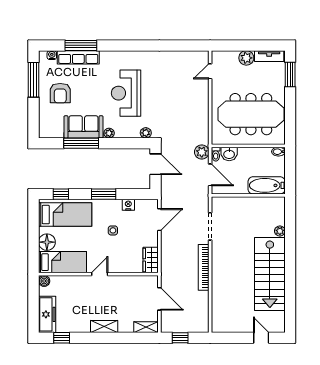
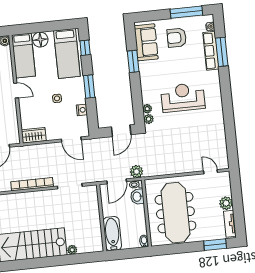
sofa: (83, 127) -> (146, 42), moved
plant: (109, 133) -> (147, 109), moved
window: (81, 143) -> (133, 61), width x0.69

